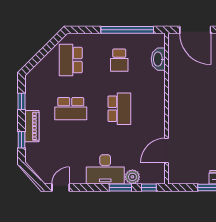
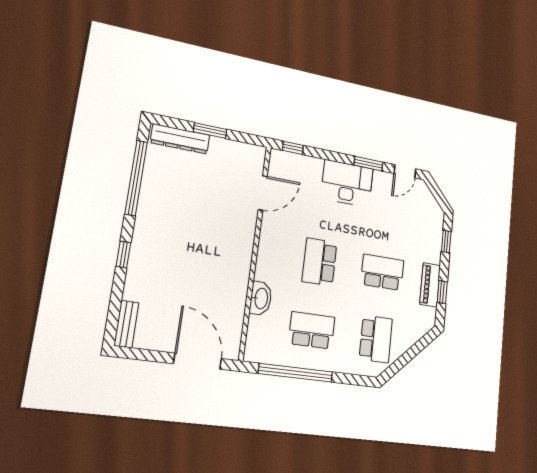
washbasin: (158, 59) -> (261, 298), moved
school desk: (119, 60) -> (312, 330), width x1.85
piano: (32, 126) -> (430, 285), moved
plant: (132, 177) -> (313, 166), removed
window: (120, 187) -> (368, 164), moved

